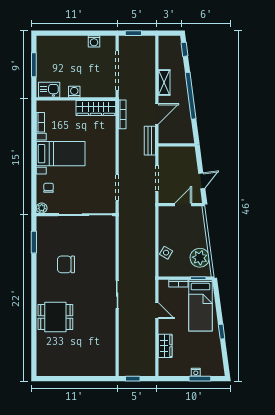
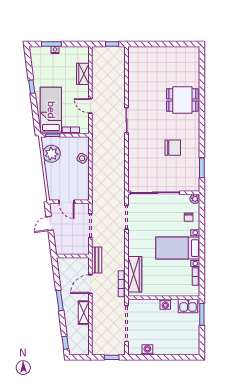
window: (34, 65) -> (202, 314), moved
window: (191, 96) -> (60, 301), width x0.47
wardrobe: (96, 108) -> (135, 274), moved, turned 90
door: (183, 205) -> (66, 202), hinge flipped

